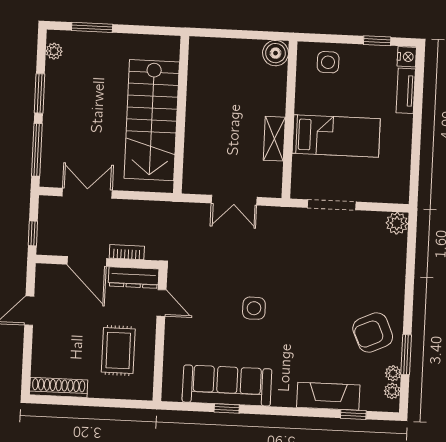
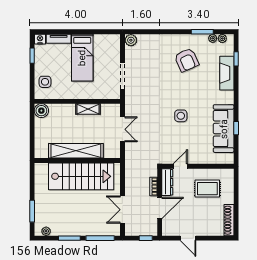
shelving: (199, 113) -> (76, 151), added
bed: (336, 136) -> (82, 58), moved, turned 180
armchair: (373, 332) -> (187, 60), moved

